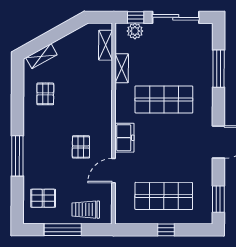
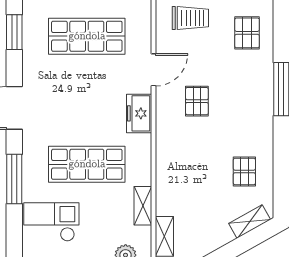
checkout: (191, 56) -> (51, 222), added
window: (219, 69) -> (14, 179), moved
pallet: (43, 198) -> (247, 33), turned 90

